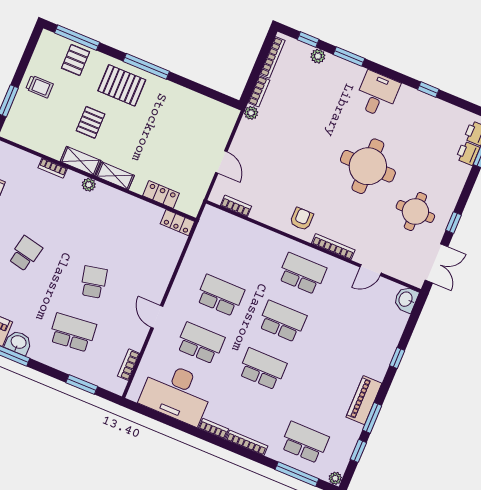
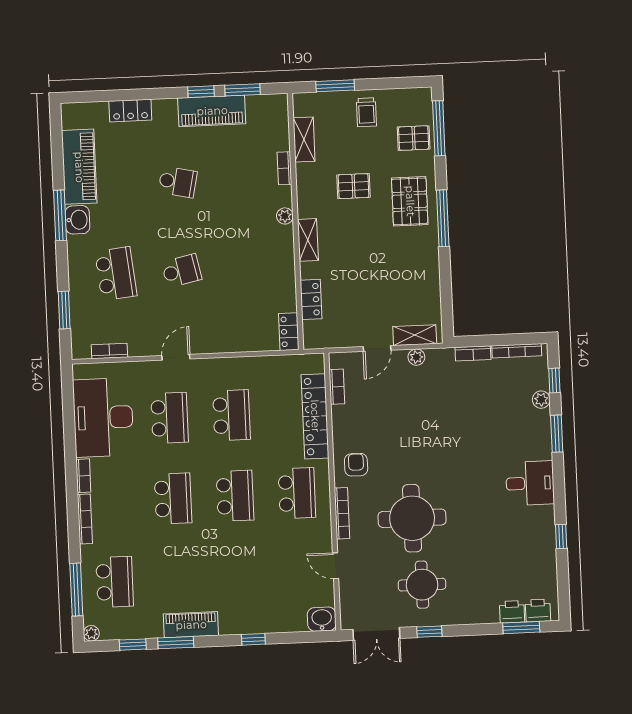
plant: (251, 113) -> (416, 357), moved
shelving: (225, 129) -> (415, 335), added
shelving: (81, 161) -> (304, 139), moved
round table: (368, 166) -> (412, 518), moved
armchair: (302, 219) -> (356, 465), turned -90
locker: (251, 233) -> (315, 416), added

